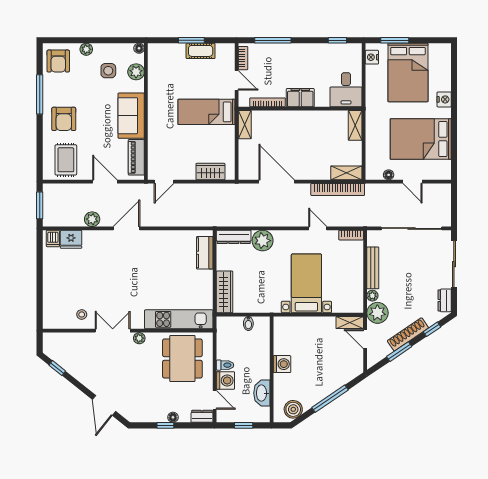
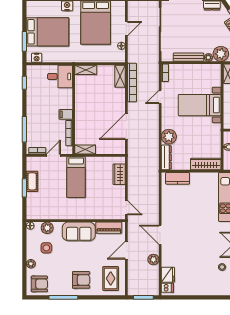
filing cabinet: (300, 98) -> (66, 114), width x0.50
rug: (66, 160) -> (111, 278), turned 90

